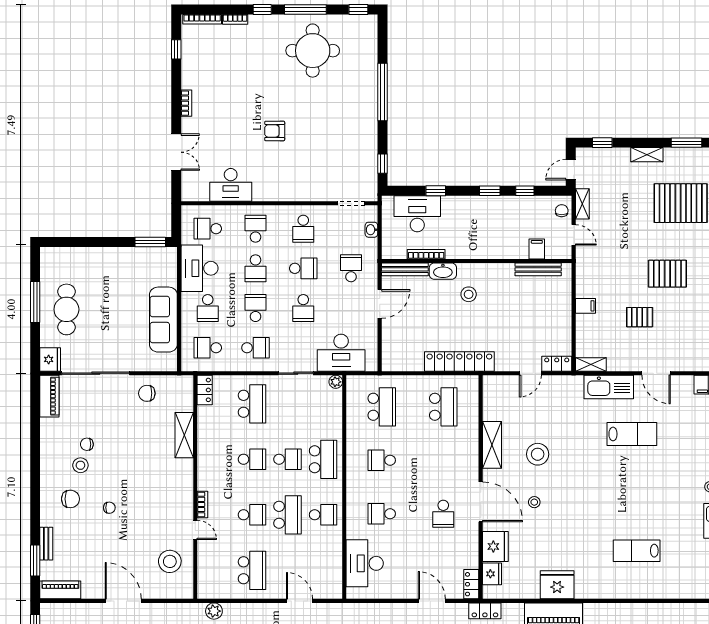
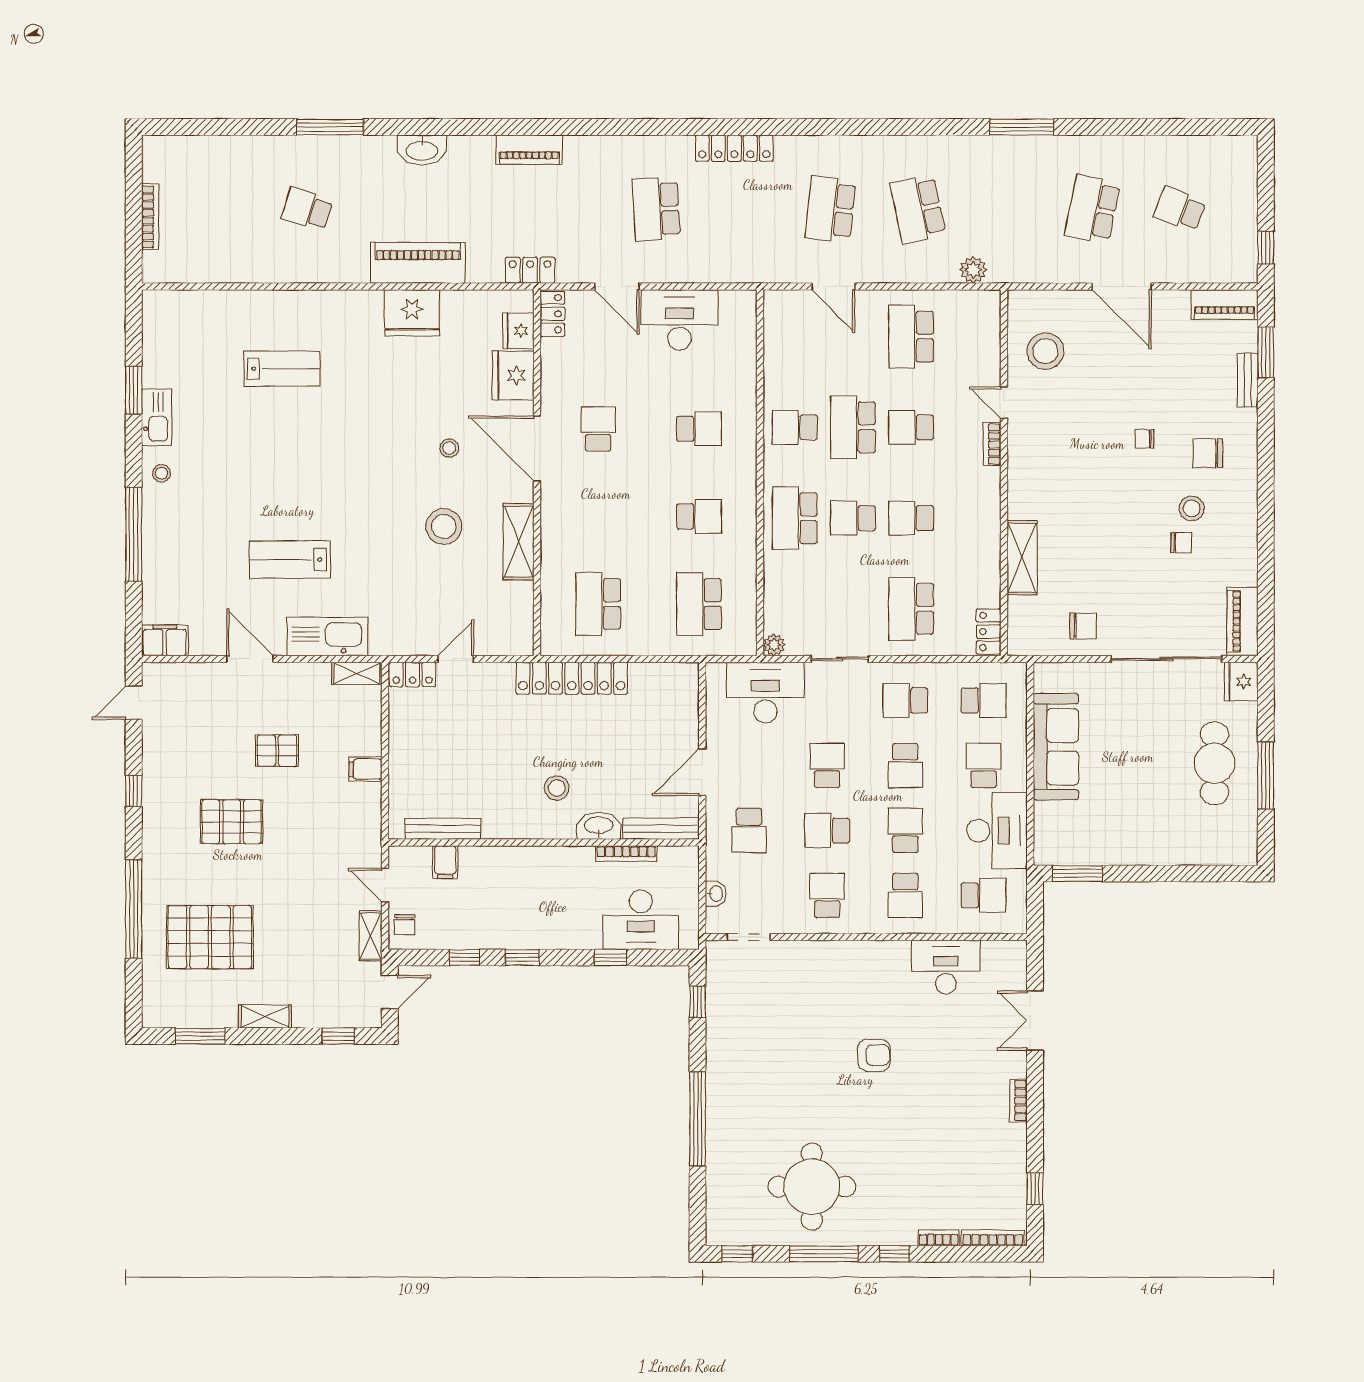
desk: (365, 563) -> (679, 320), moved, turned -90

